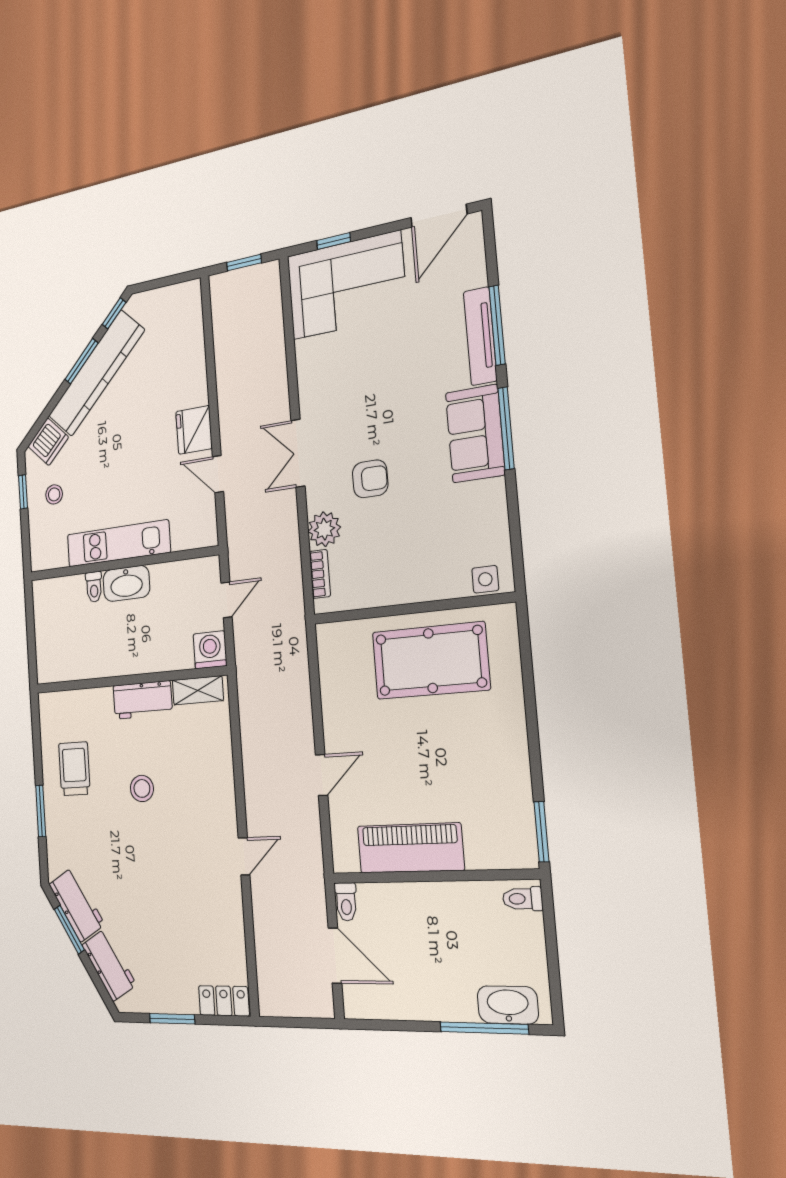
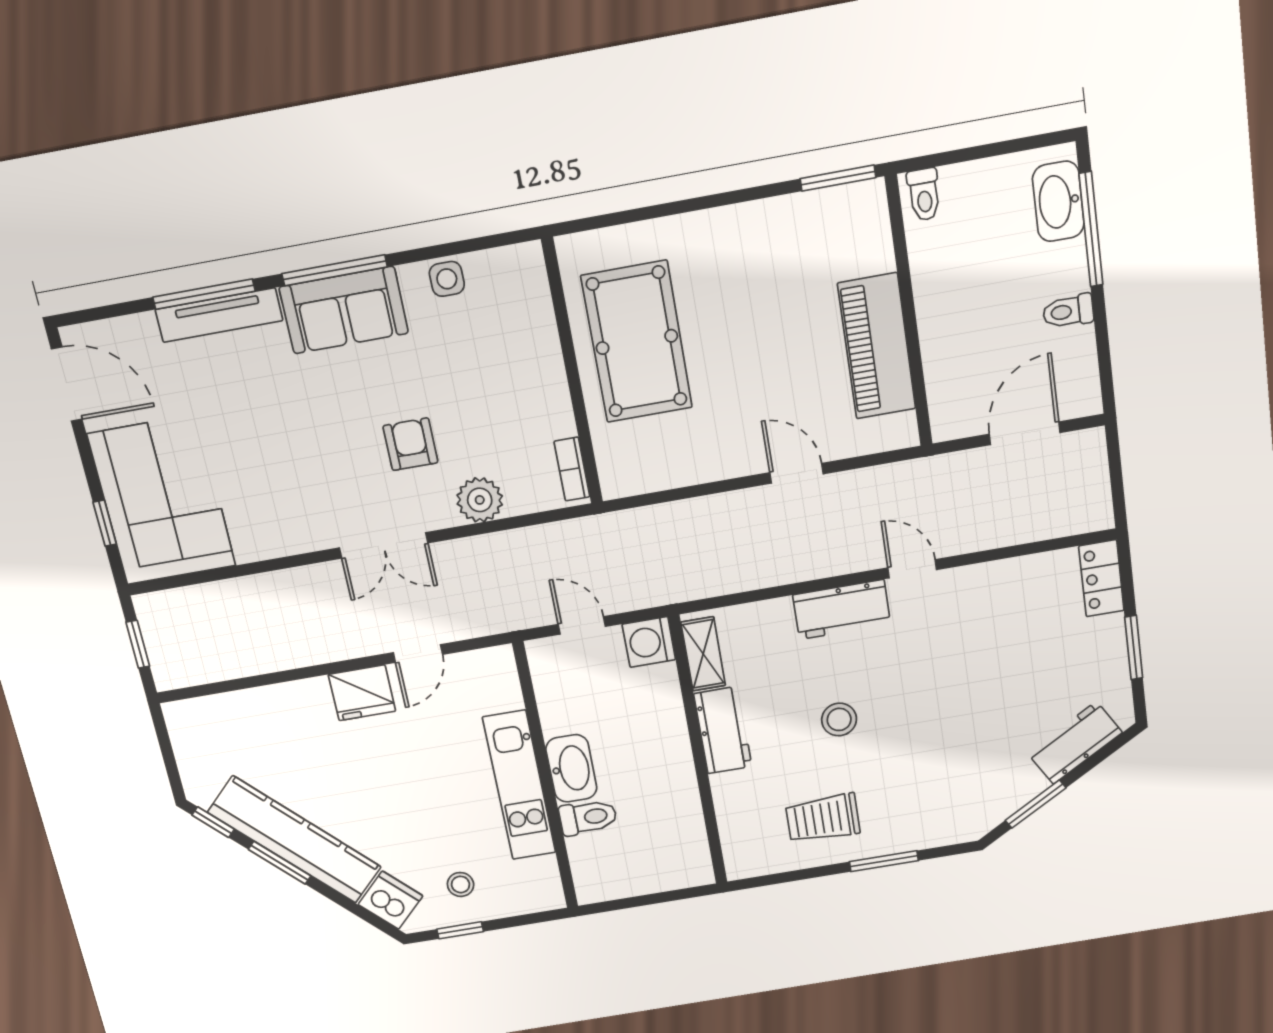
bookcase: (320, 574) -> (572, 469), moved, turned -90
side table: (485, 579) -> (447, 279), moved
toilet: (94, 587) -> (588, 817), width x1.37, depth x1.39
toilet: (346, 902) -> (1068, 311), moved, turned 180
workbench: (77, 904) -> (842, 610), moved, turned -150

